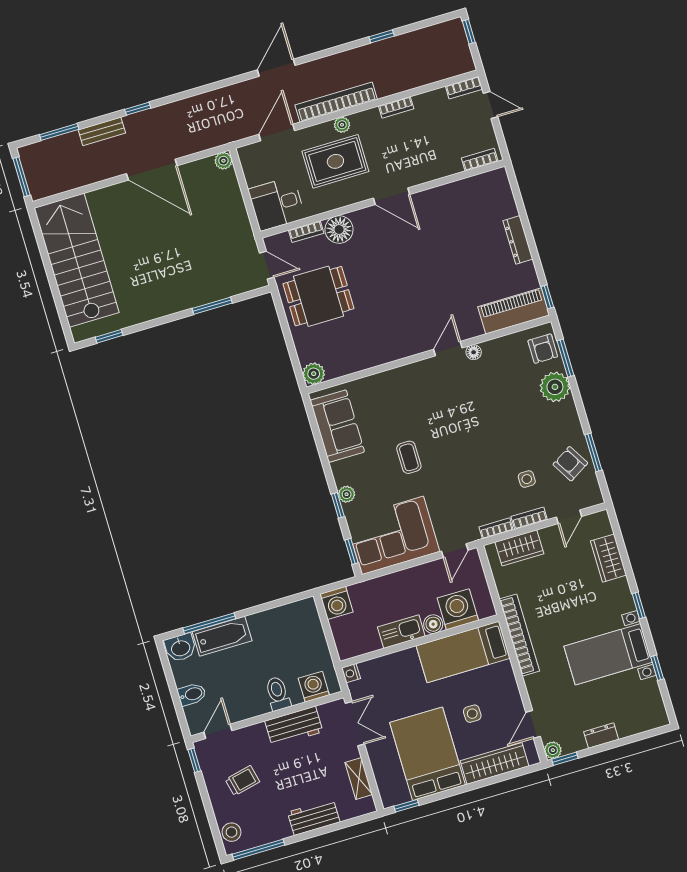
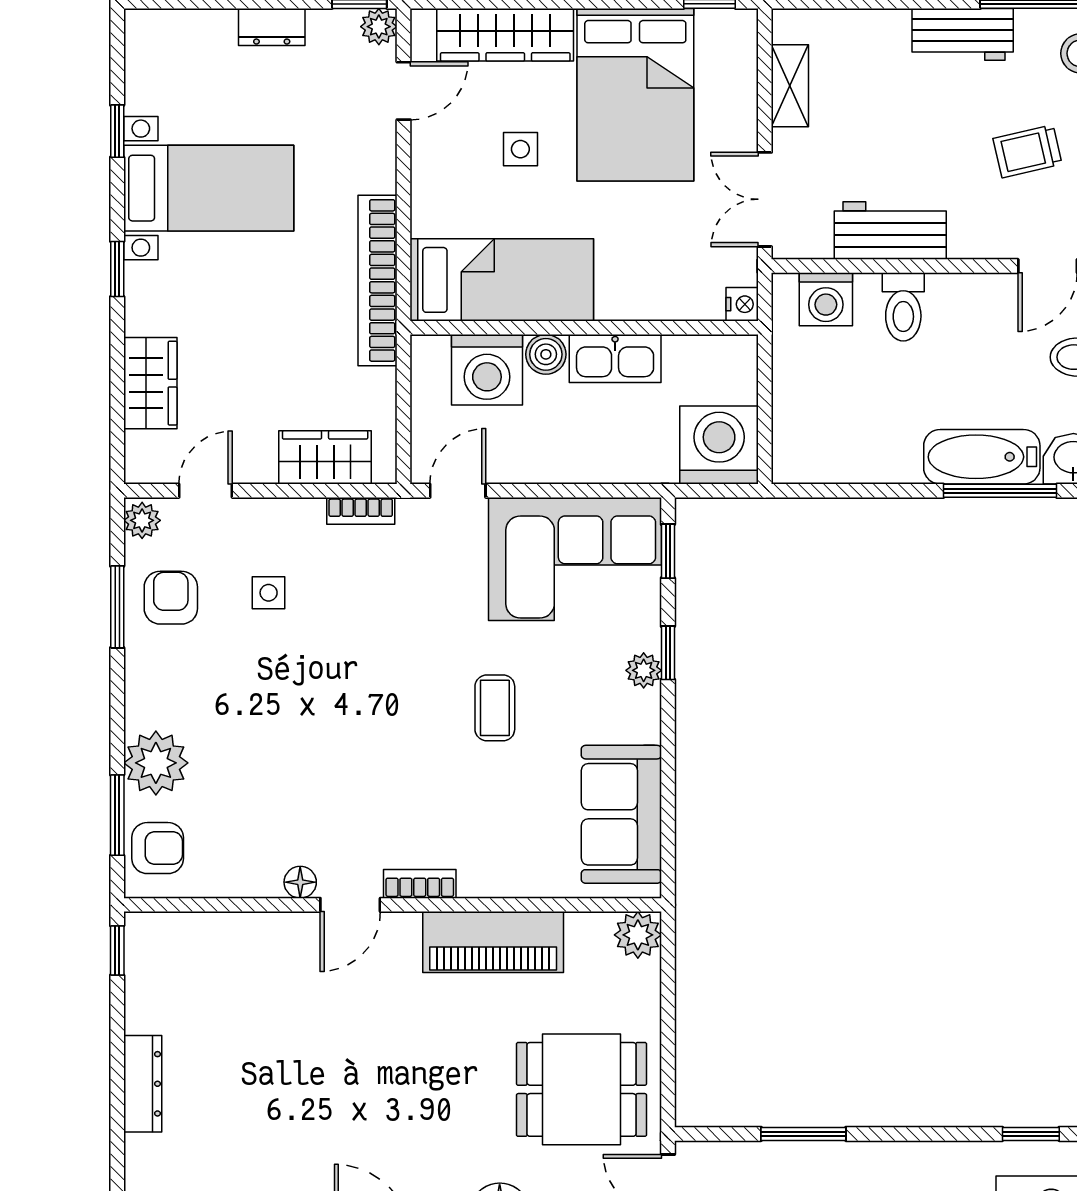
piano: (514, 311) -> (493, 942), moved
armchair: (543, 349) -> (158, 848), turned 90
armchair: (570, 464) -> (171, 598), turned -149
plant: (594, 495) -> (142, 520), added
bookcase: (529, 518) -> (420, 884), moved, turned 180
washing machine: (336, 603) -> (719, 445), width x1.37, depth x1.37
workbench: (314, 817) -> (963, 34), moved

